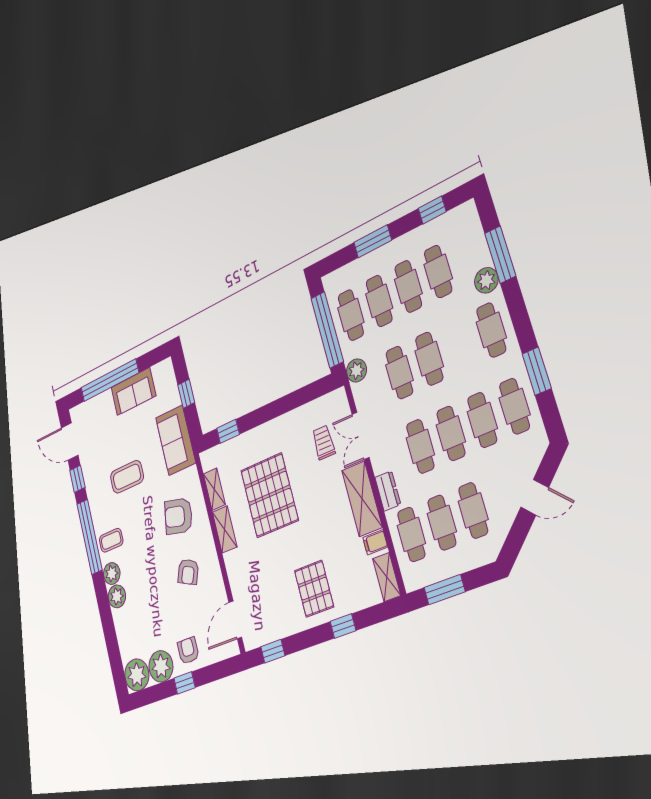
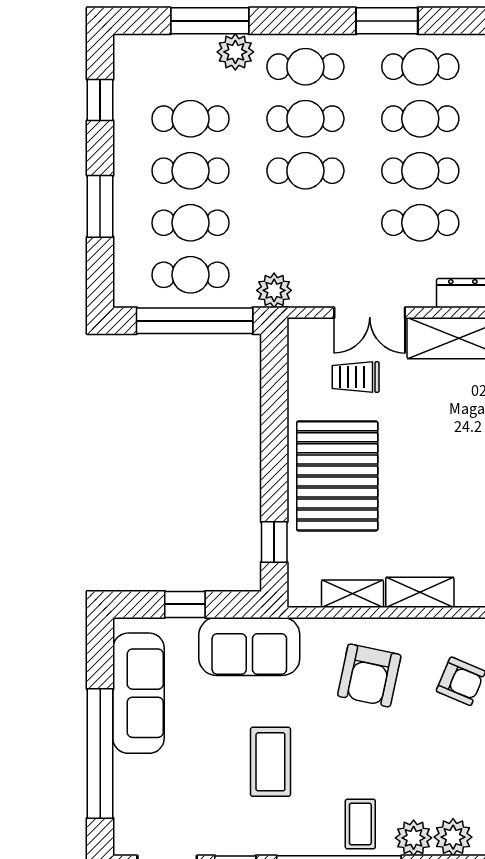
cafe table: (399, 373) -> (305, 119), moved
sofa: (133, 392) -> (139, 693), width x1.36
pallet: (269, 495) -> (337, 476), moved, turned 90

